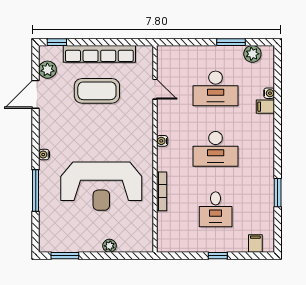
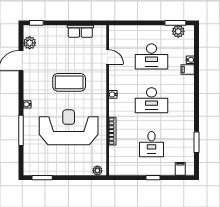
window: (231, 42) -> (175, 23), moved
row of seats: (99, 54) -> (80, 31), width x0.50
coffee table: (97, 91) -> (69, 82), moved
reception desk: (101, 186) -> (69, 127), turned 180
window: (278, 193) -> (197, 142), moved
plant: (109, 246) -> (97, 171), moved

